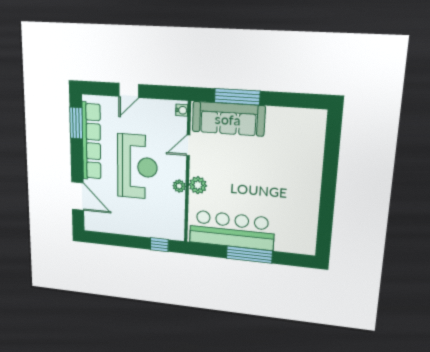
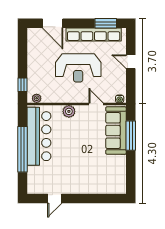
plant: (179, 186) -> (37, 98), moved
door: (78, 196) -> (53, 23), hinge flipped
door: (326, 217) -> (55, 198), added
window: (249, 255) -> (22, 149), width x1.46

